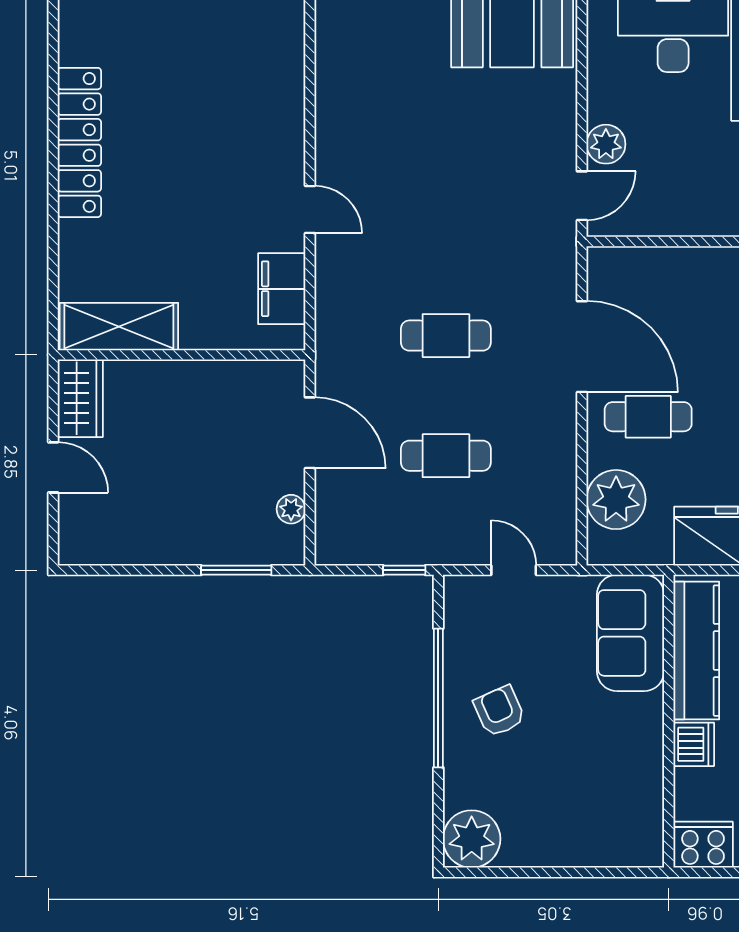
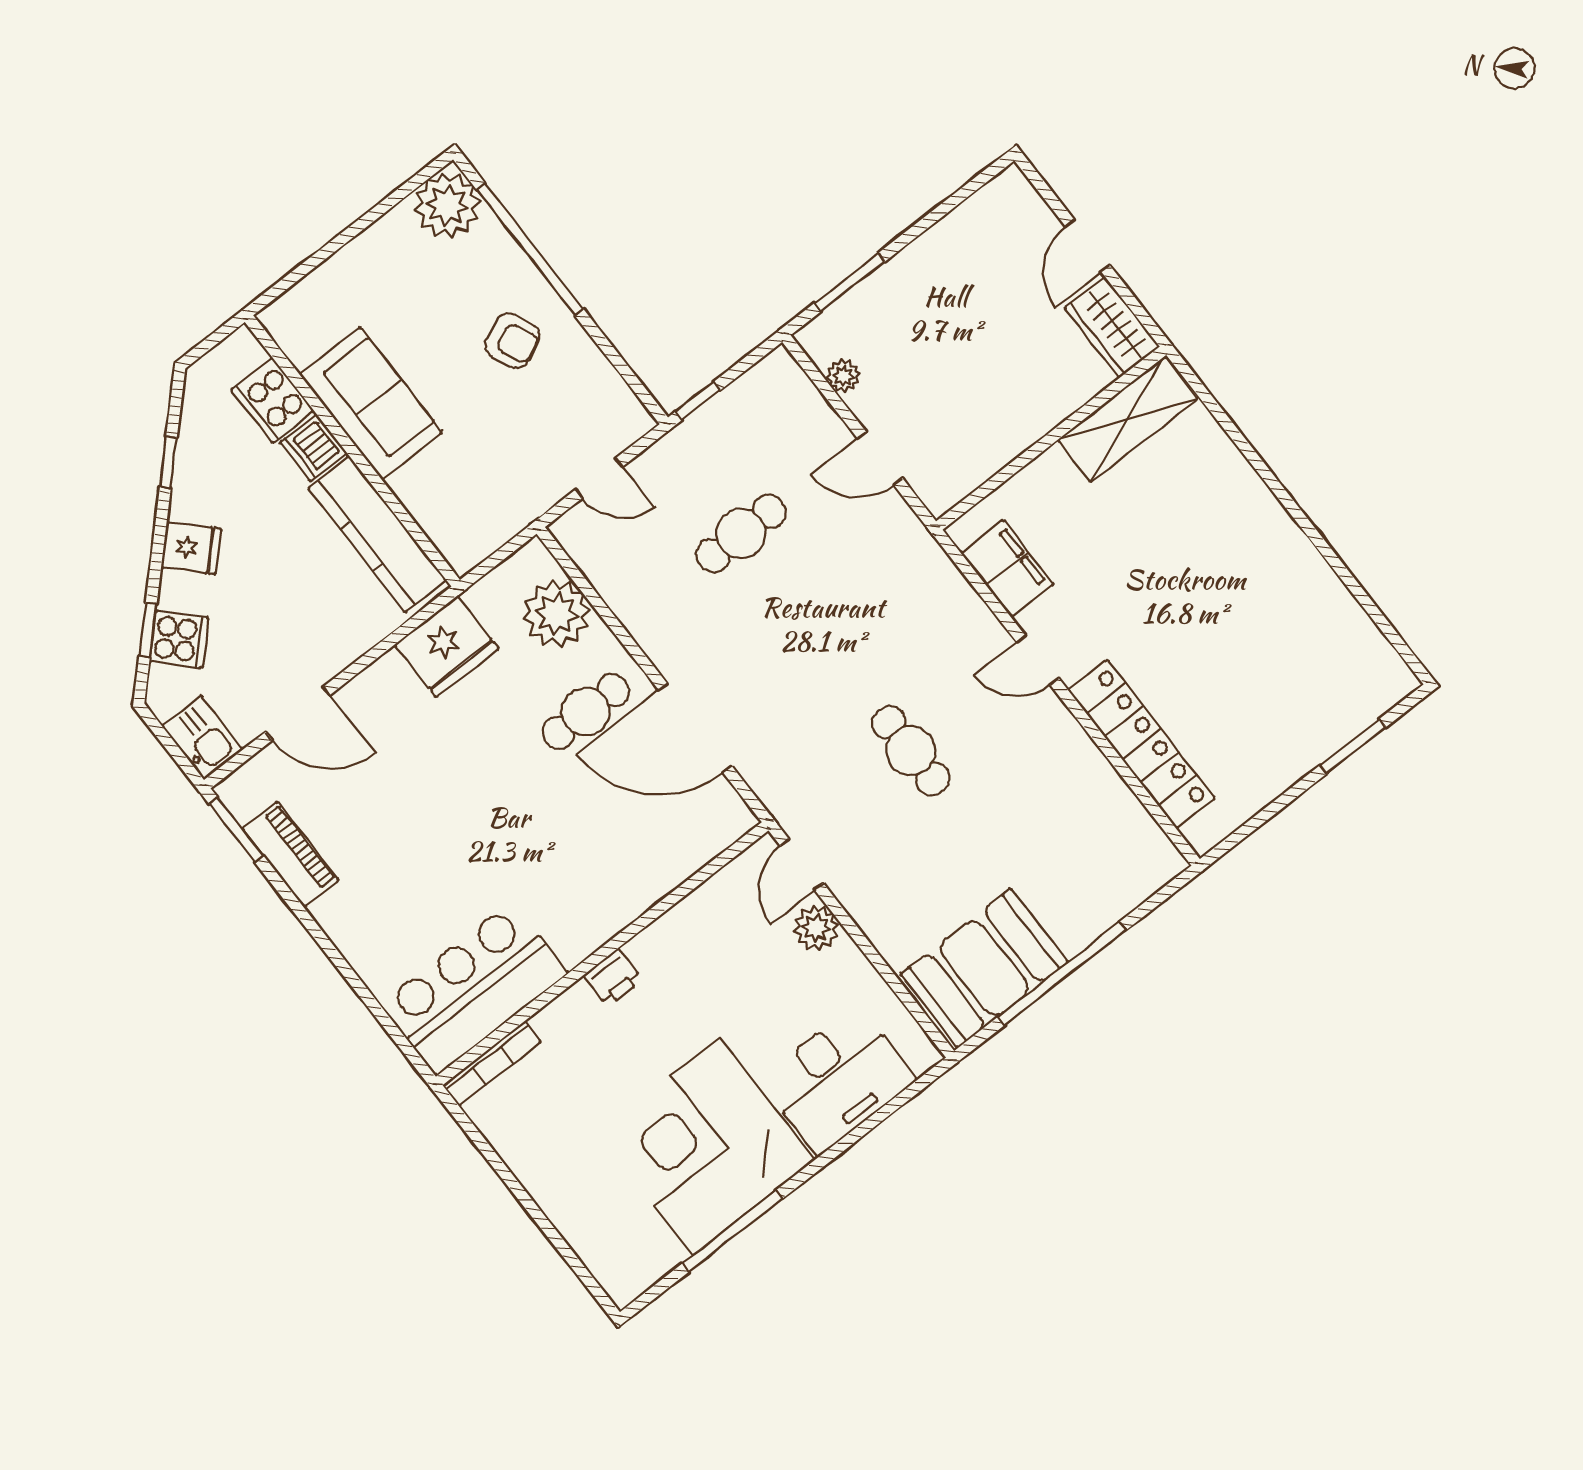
locker: (79, 142) -> (1142, 744), moved, turned 180
cafe table: (446, 336) -> (911, 751), moved, turned 90
door: (310, 433) -> (880, 458), width x0.73
door: (53, 467) -> (1088, 246), hinge flipped
sofa: (631, 633) -> (371, 403), moved
window: (438, 698) -> (530, 249), moved
cooker: (703, 845) -> (273, 400), moved, turned 90

